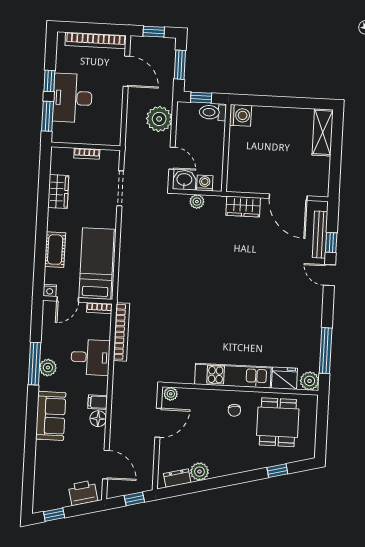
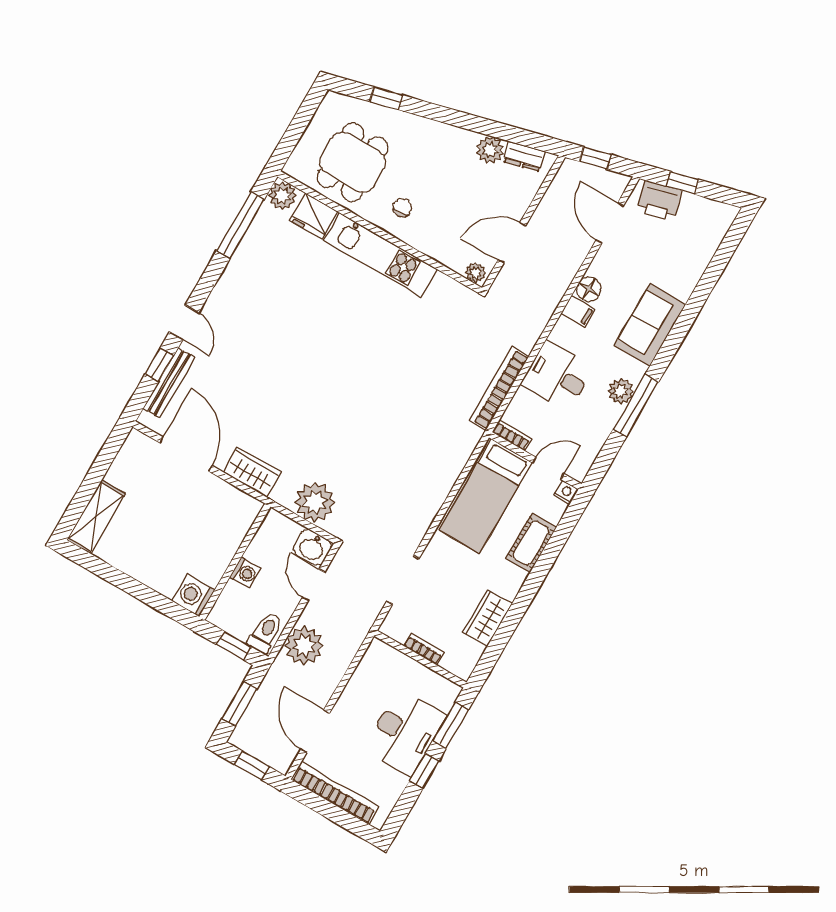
toilet: (213, 112) -> (266, 632), moved, turned -90
washing machine: (205, 183) -> (245, 573), moved, turned -90
plant: (197, 202) -> (315, 502), width x1.87, depth x1.87
window: (54, 515) -> (683, 183), moved

